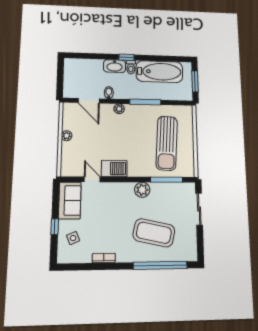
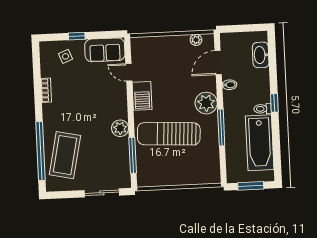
washbasin: (115, 66) -> (261, 55), moved
plant: (119, 109) -> (206, 103), width x1.88, depth x1.88
plant: (67, 136) -> (196, 40), moved
sun lounger: (167, 143) -> (169, 134), moved
door: (92, 179) -> (129, 72), swing flipped
coffee table: (154, 233) -> (65, 155), moved

